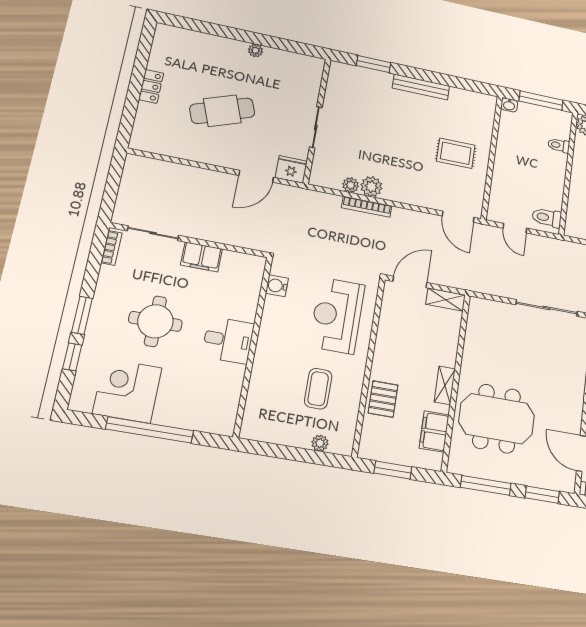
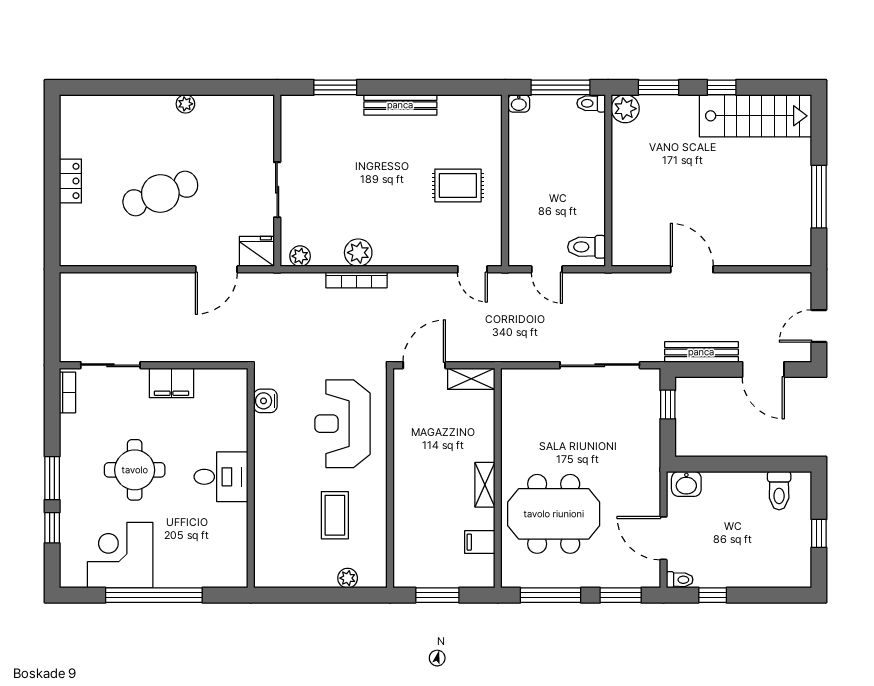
toilet: (559, 145) -> (591, 103), moved
plant: (351, 185) -> (300, 256), moved
door: (458, 217) -> (472, 269), width x0.73
pallet: (383, 399) -> (413, 514), removed
filing cabinet: (434, 431) -> (480, 542), width x0.50

